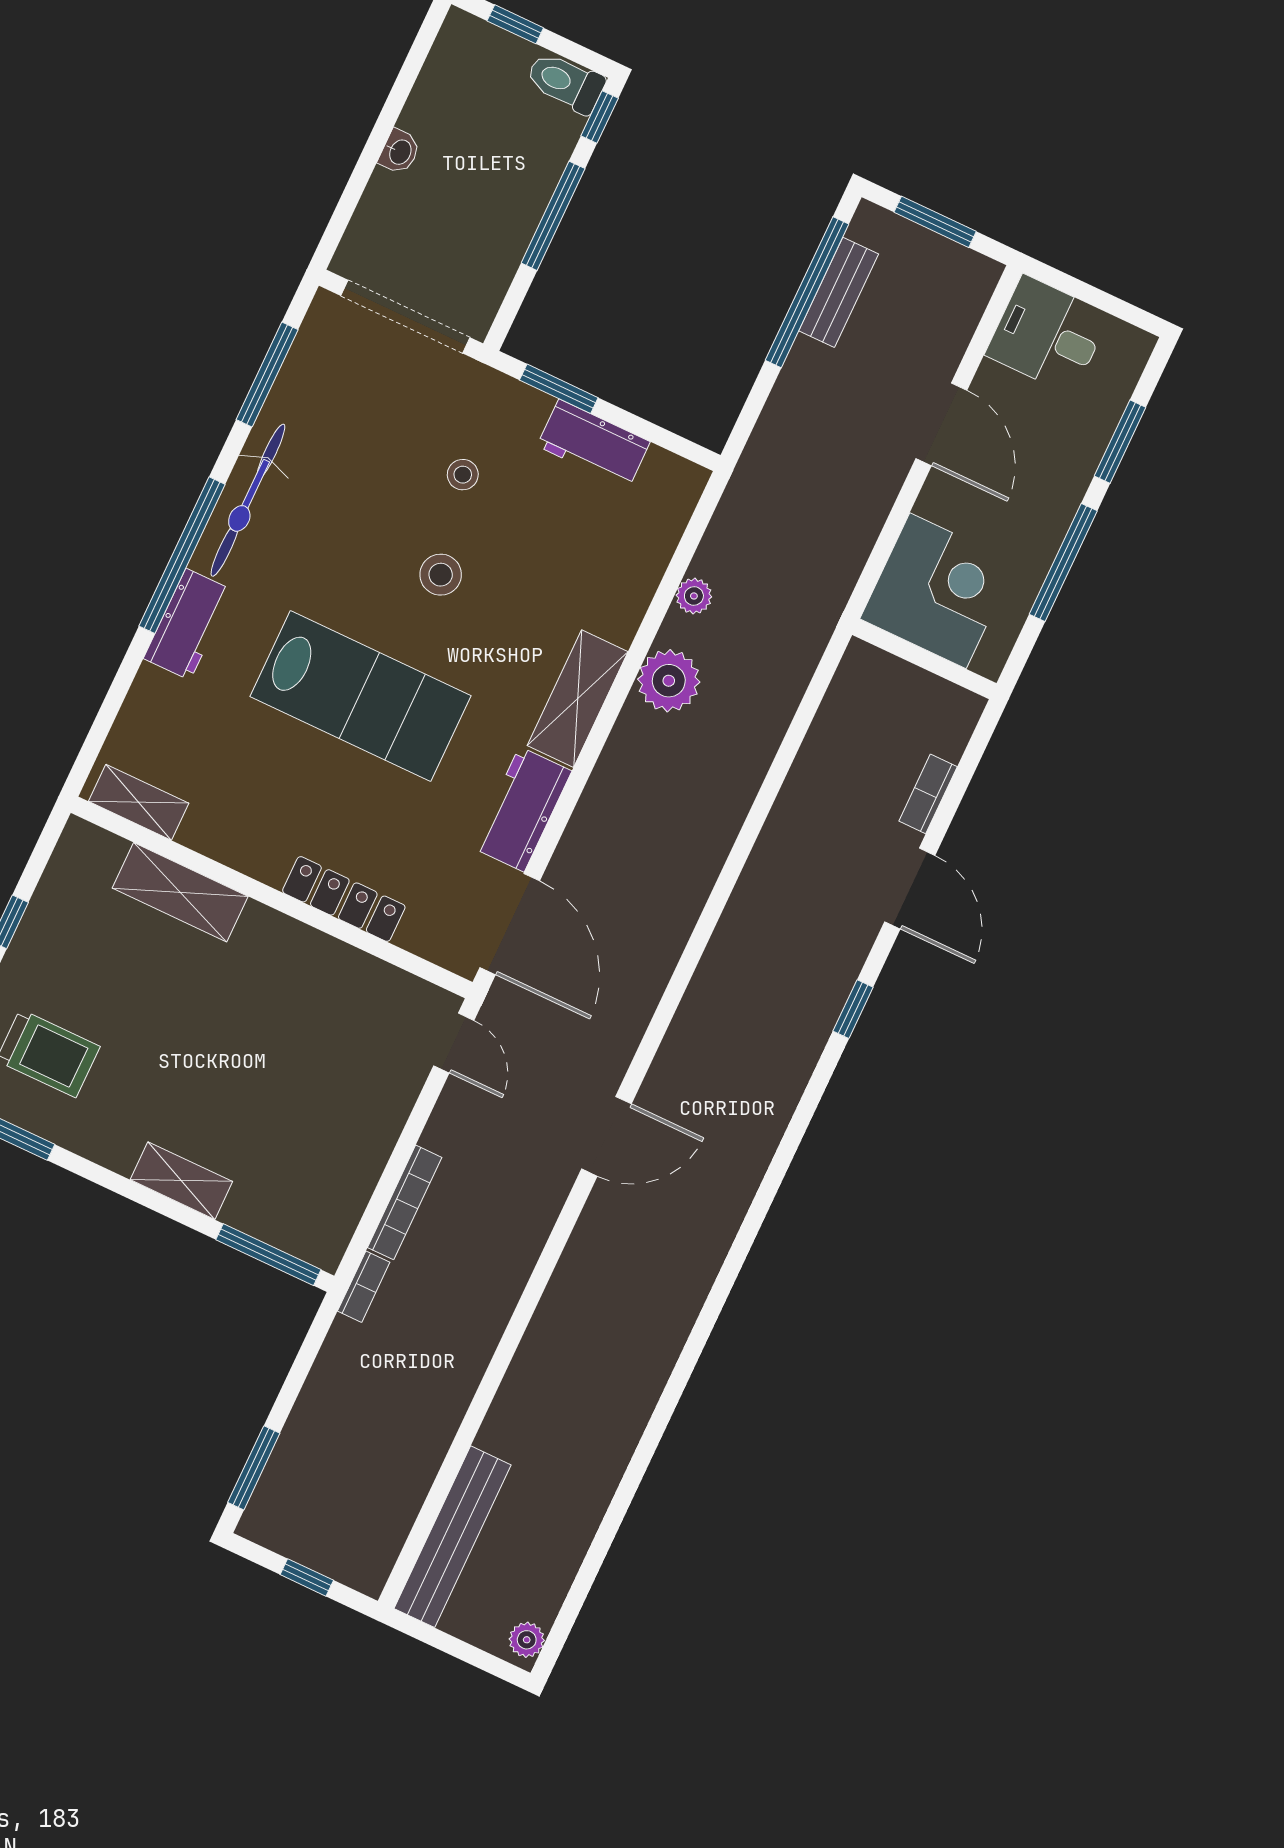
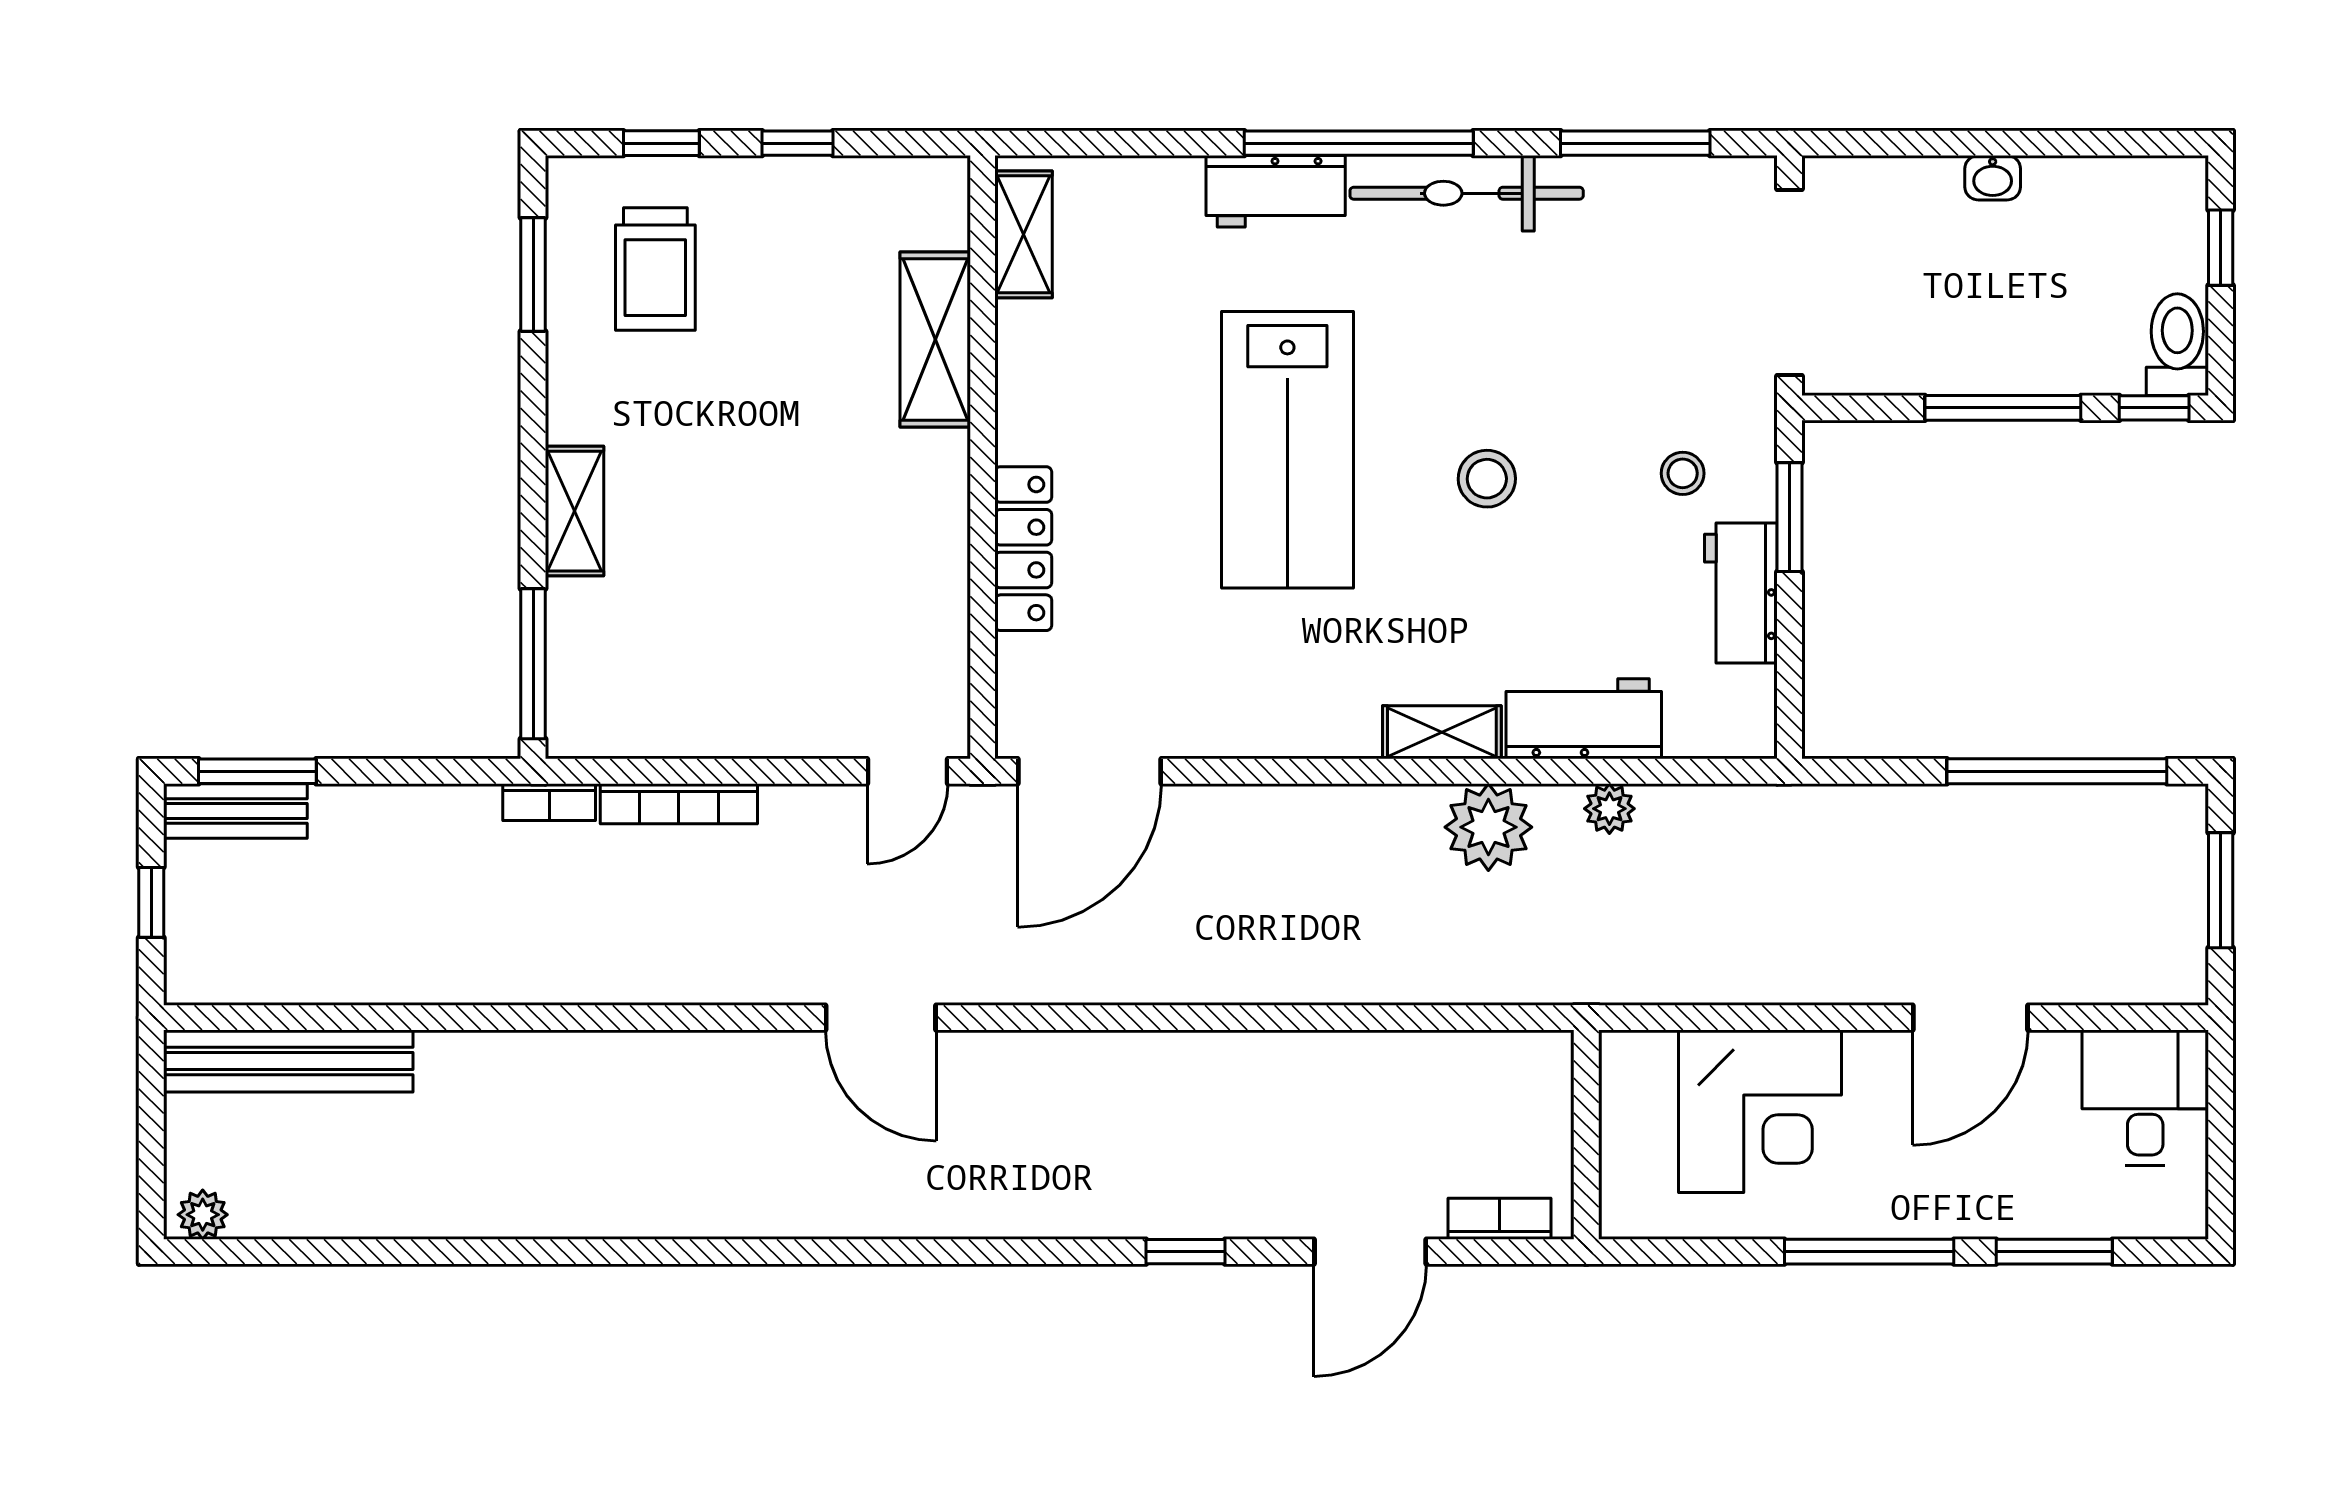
bench: (839, 292) -> (235, 811), moved
stool: (463, 475) -> (1683, 473), moved
wall: (924, 659) -> (1586, 1135), moved
shelving: (578, 699) -> (1442, 732), width x0.67, depth x0.75
workbench: (522, 809) -> (1584, 719), moved

